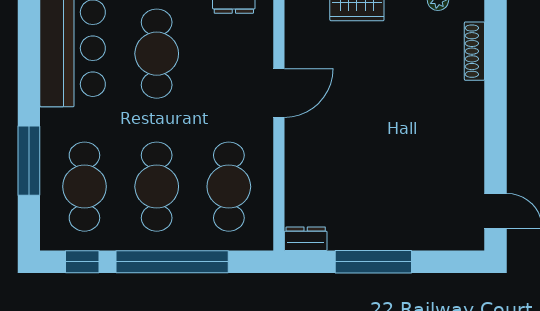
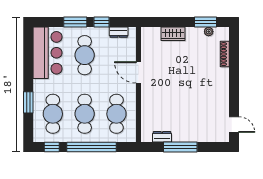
door: (279, 93) -> (139, 72), swing flipped
window: (29, 161) -> (28, 102), width x0.69
dresser: (306, 239) -> (162, 137), moved

